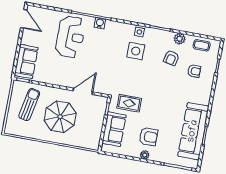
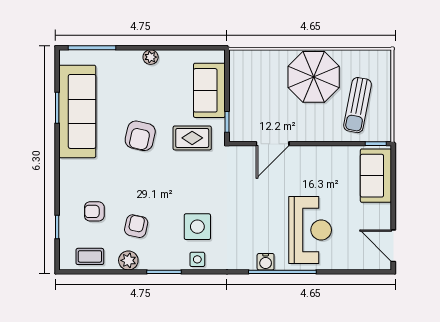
reception desk: (70, 37) -> (310, 230), turned 180
parasol: (60, 117) -> (314, 77), moved
armchair: (148, 137) -> (140, 136), moved, turned -77

